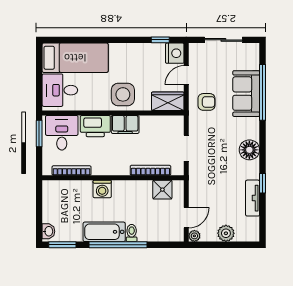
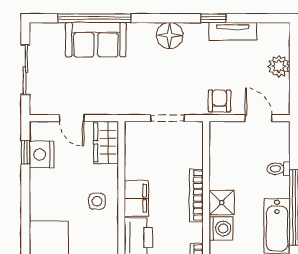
nightstand: (175, 53) -> (42, 154), moved, turned -90
side table: (123, 94) -> (97, 201), width x0.54, depth x0.54
armchair: (206, 102) -> (219, 101), moved
bookcase: (150, 170) -> (196, 195), moved
shower: (162, 190) -> (222, 203), moved
toilet: (132, 233) -> (279, 169), moved
plant: (194, 236) -> (282, 108), removed

